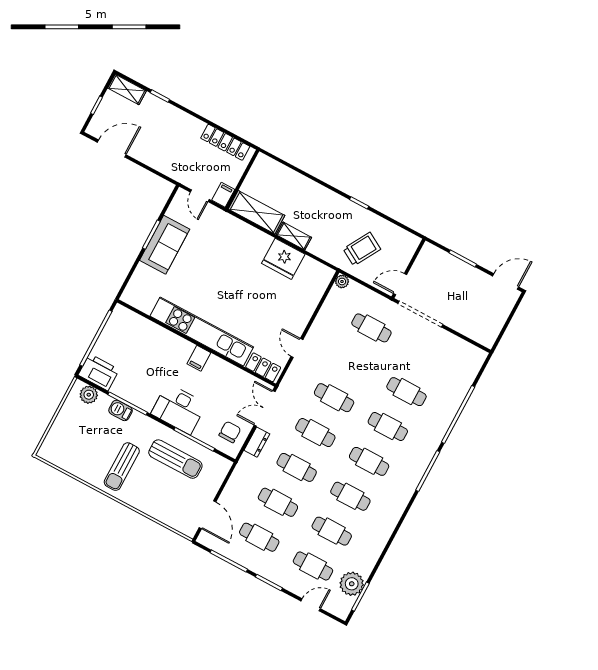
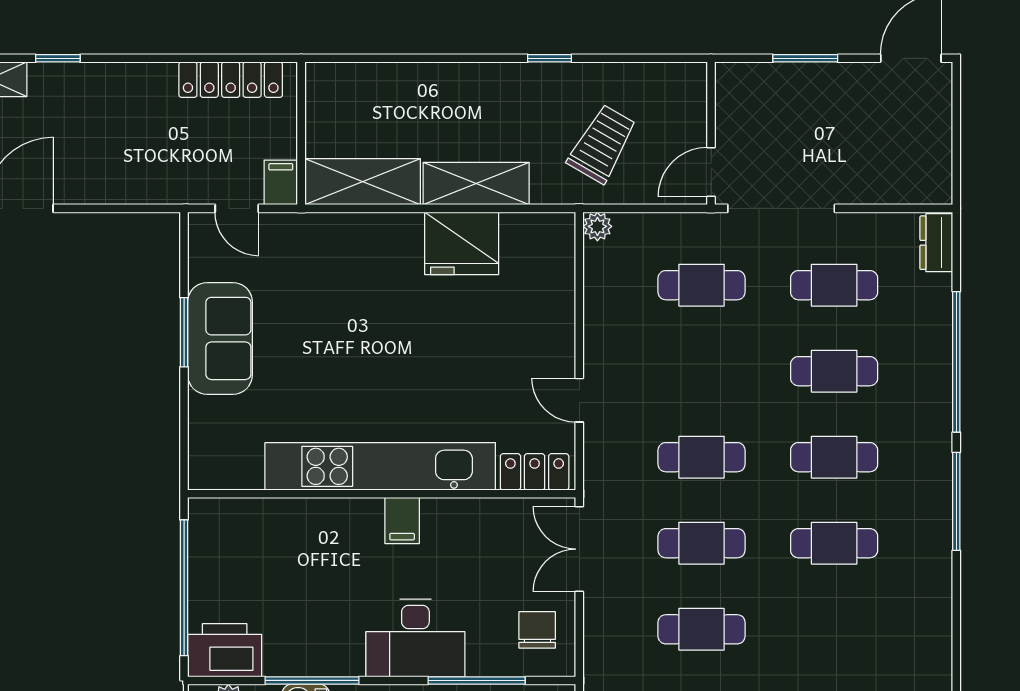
shelving: (294, 236) -> (476, 184), width x1.50, depth x1.33
dresser: (257, 442) -> (936, 243), moved, turned 180
cafe table: (350, 496) -> (834, 285), moved

